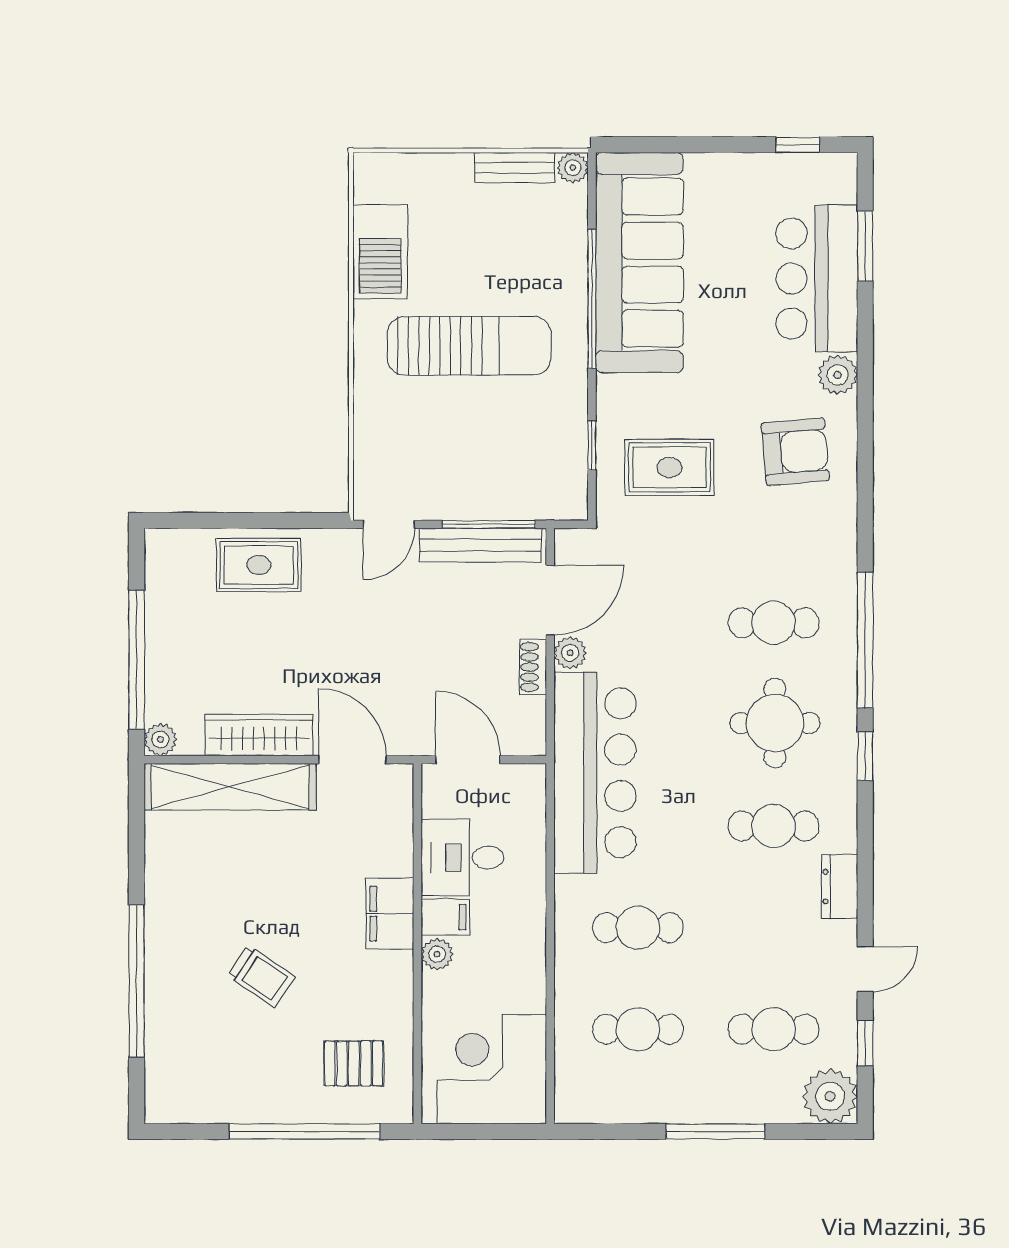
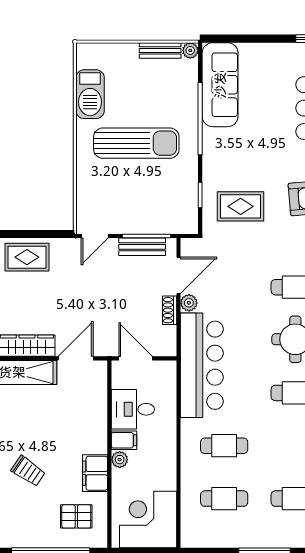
sofa: (639, 263) -> (220, 85), width x0.74, depth x0.79
bench: (480, 545) -> (142, 247), width x0.73
door: (352, 760) -> (76, 358), hinge flipped
filing cabinet: (390, 914) -> (95, 473), moved

